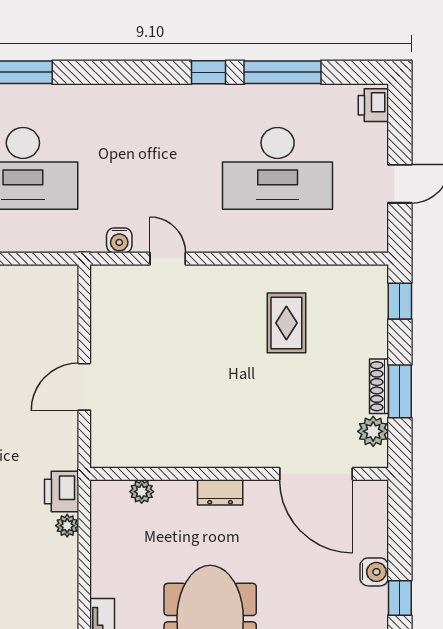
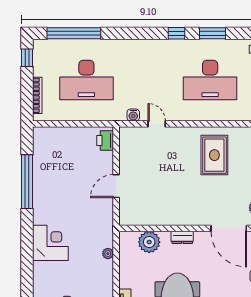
window: (283, 72) -> (213, 33), width x0.69
rug: (286, 323) -> (214, 155), width x1.36, depth x1.43
printer: (62, 491) -> (105, 141), moved
plant: (142, 492) -> (149, 242), width x1.88, depth x1.88

